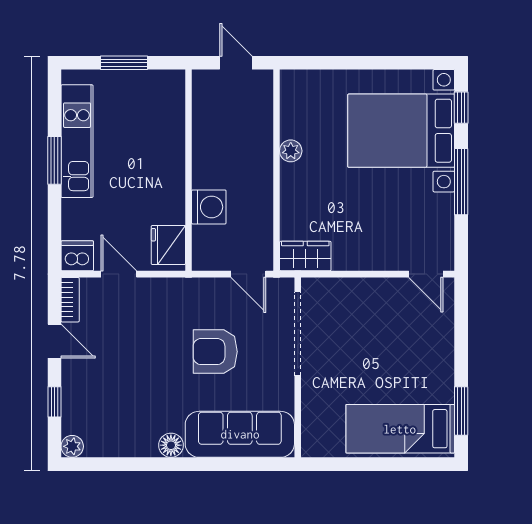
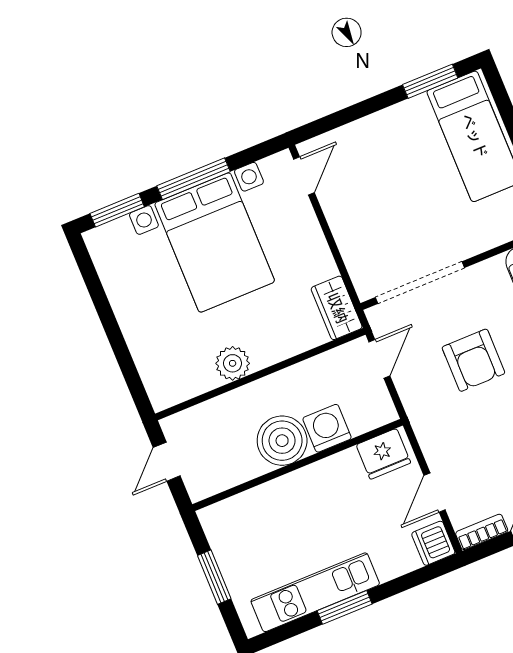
window: (461, 108) -> (117, 210), width x1.50
bed with nightstands: (401, 131) -> (215, 242), moved
plant: (291, 151) -> (233, 363), width x1.38, depth x1.38
boiler: (214, 166) -> (282, 441), added

